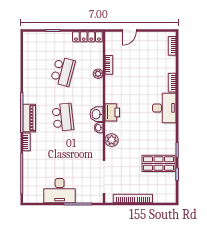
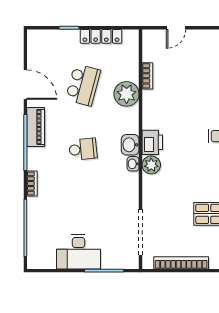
locker: (87, 37) -> (101, 36), moved
door: (22, 71) -> (25, 85), added
plant: (98, 74) -> (127, 94), width x1.87, depth x1.87
school desk: (63, 117) -> (83, 149), width x0.54
piano: (29, 118) -> (36, 127), moved
plant: (112, 140) -> (151, 165), moved

